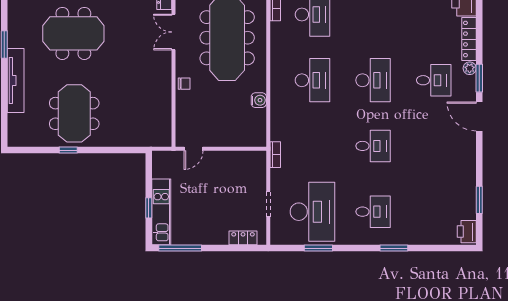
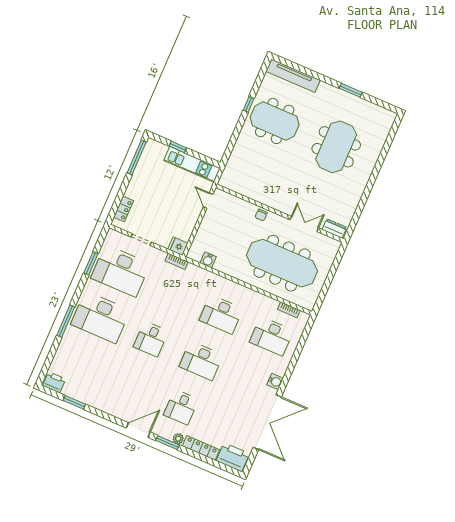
tv unit: (16, 81) -> (293, 76), moved
water cooler: (259, 100) -> (208, 260), moved
fridge: (258, 160) -> (178, 246), added
kitchen unit: (161, 212) -> (192, 164), moved
desk: (373, 212) -> (100, 317), width x1.87, depth x1.30
window: (394, 248) -> (66, 321), width x1.44

